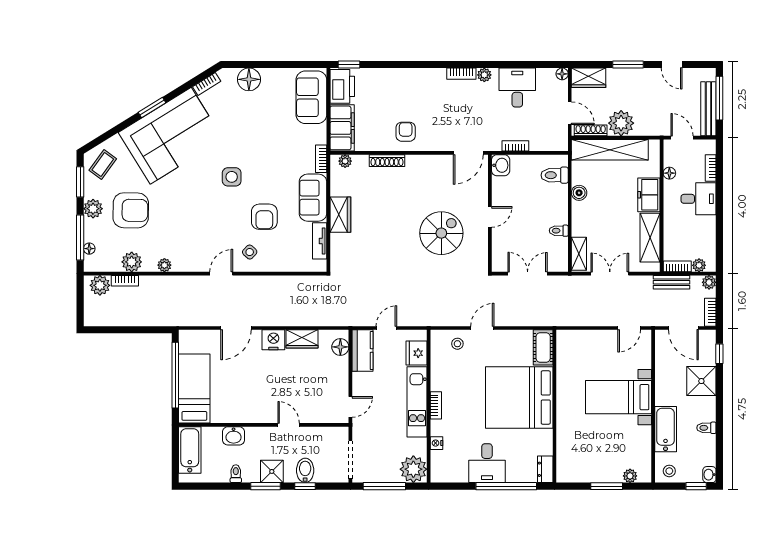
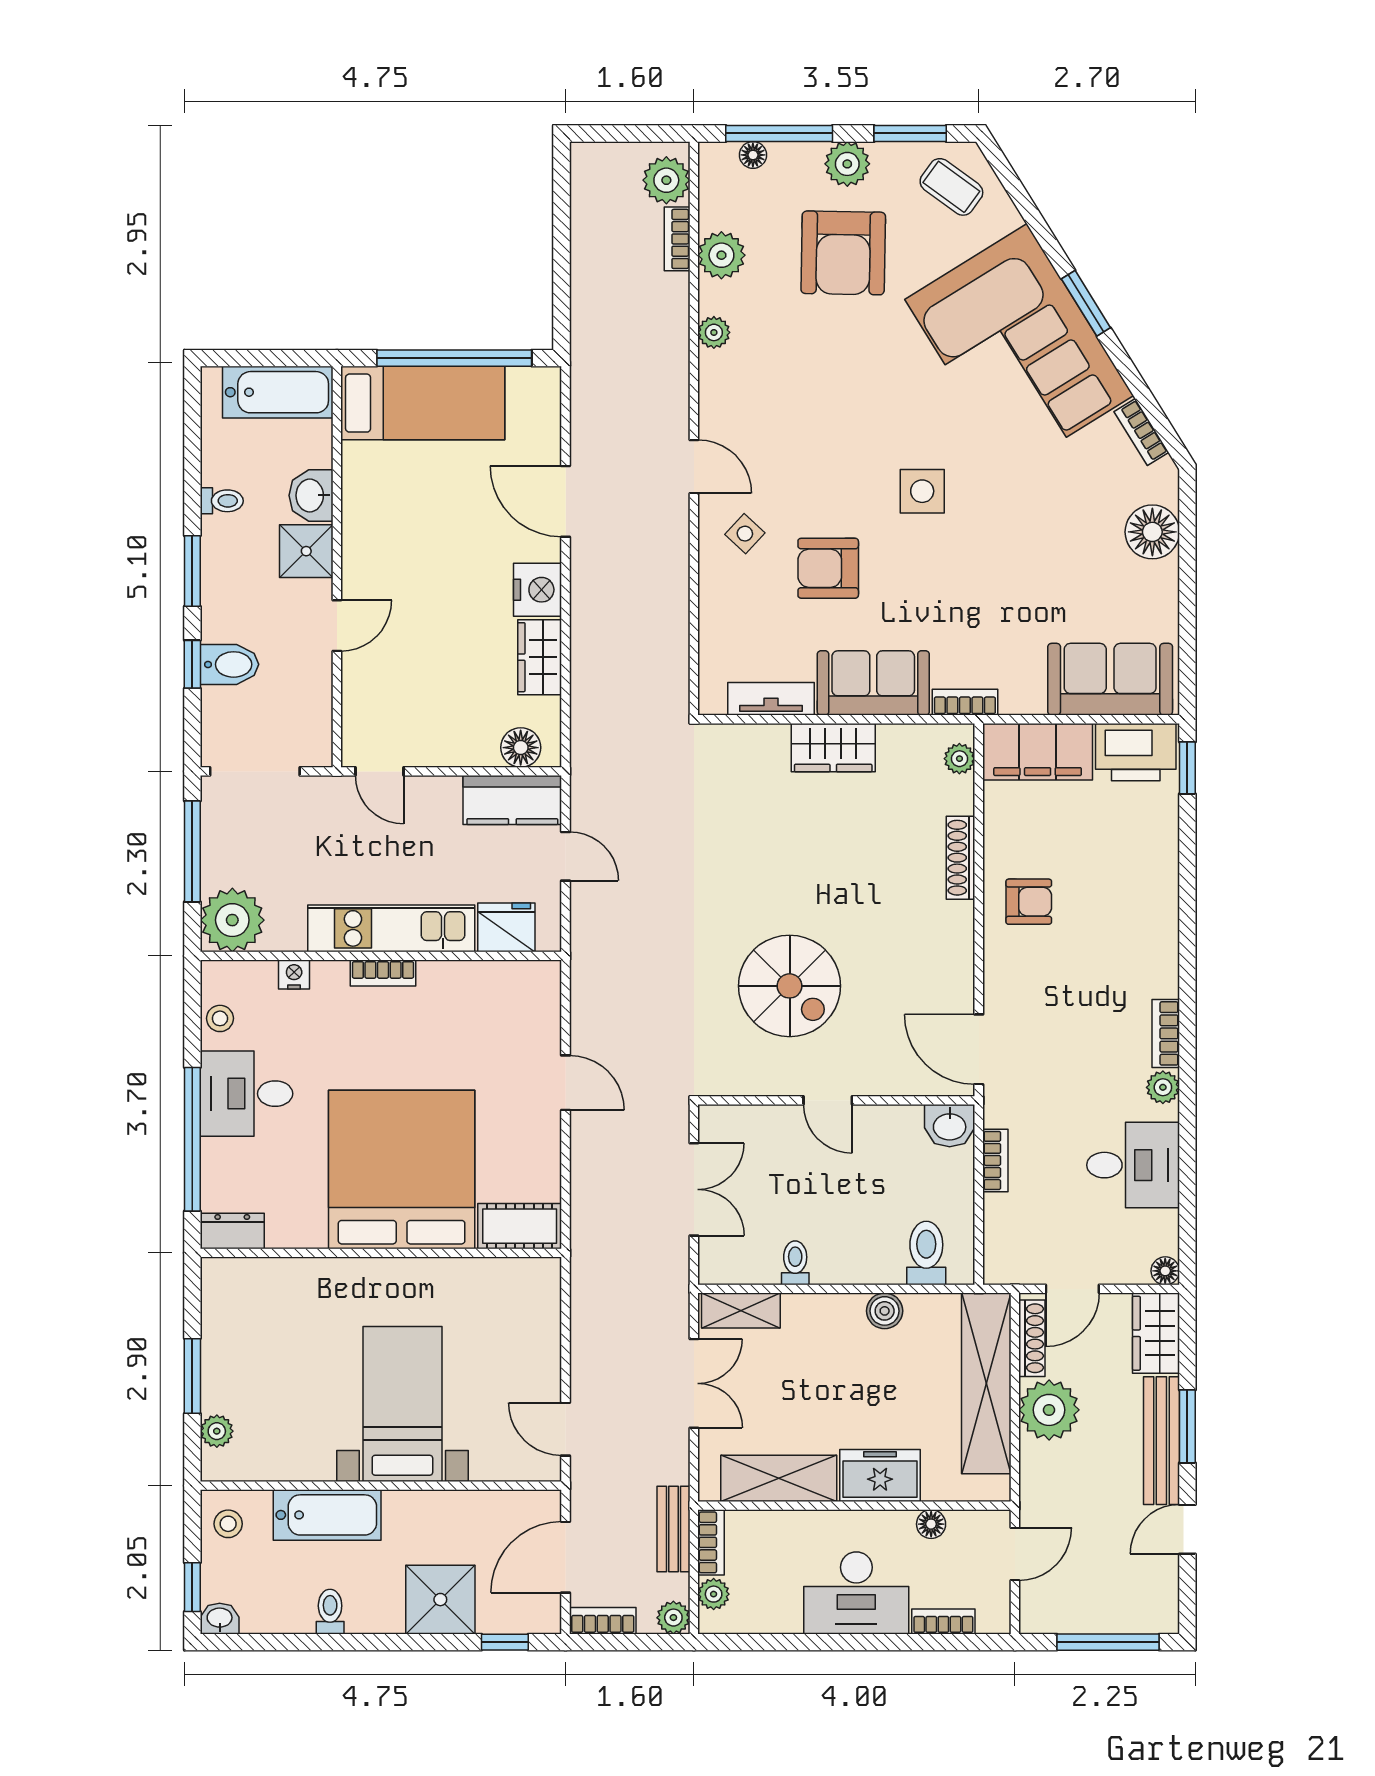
bench: (708, 109) -> (1161, 1441), moved, turned 90
desk: (699, 199) -> (856, 1593), width x1.37
stool: (457, 344) -> (220, 1018), moved
shower: (272, 471) -> (306, 551), moved

